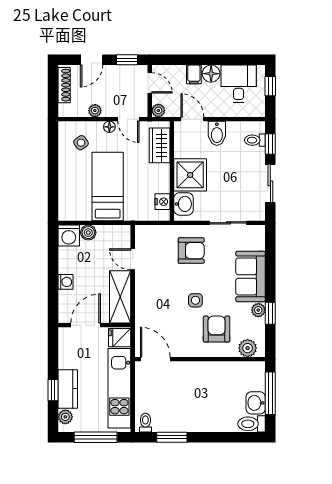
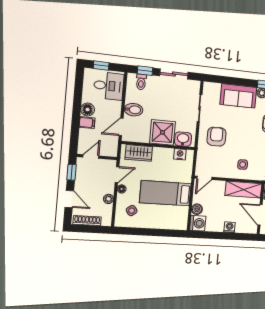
desk: (239, 84) -> (109, 86), moved, turned 180
plant: (158, 110) -> (112, 152), removed
door: (133, 259) -> (204, 178), moved
side table: (195, 300) -> (243, 165), moved

